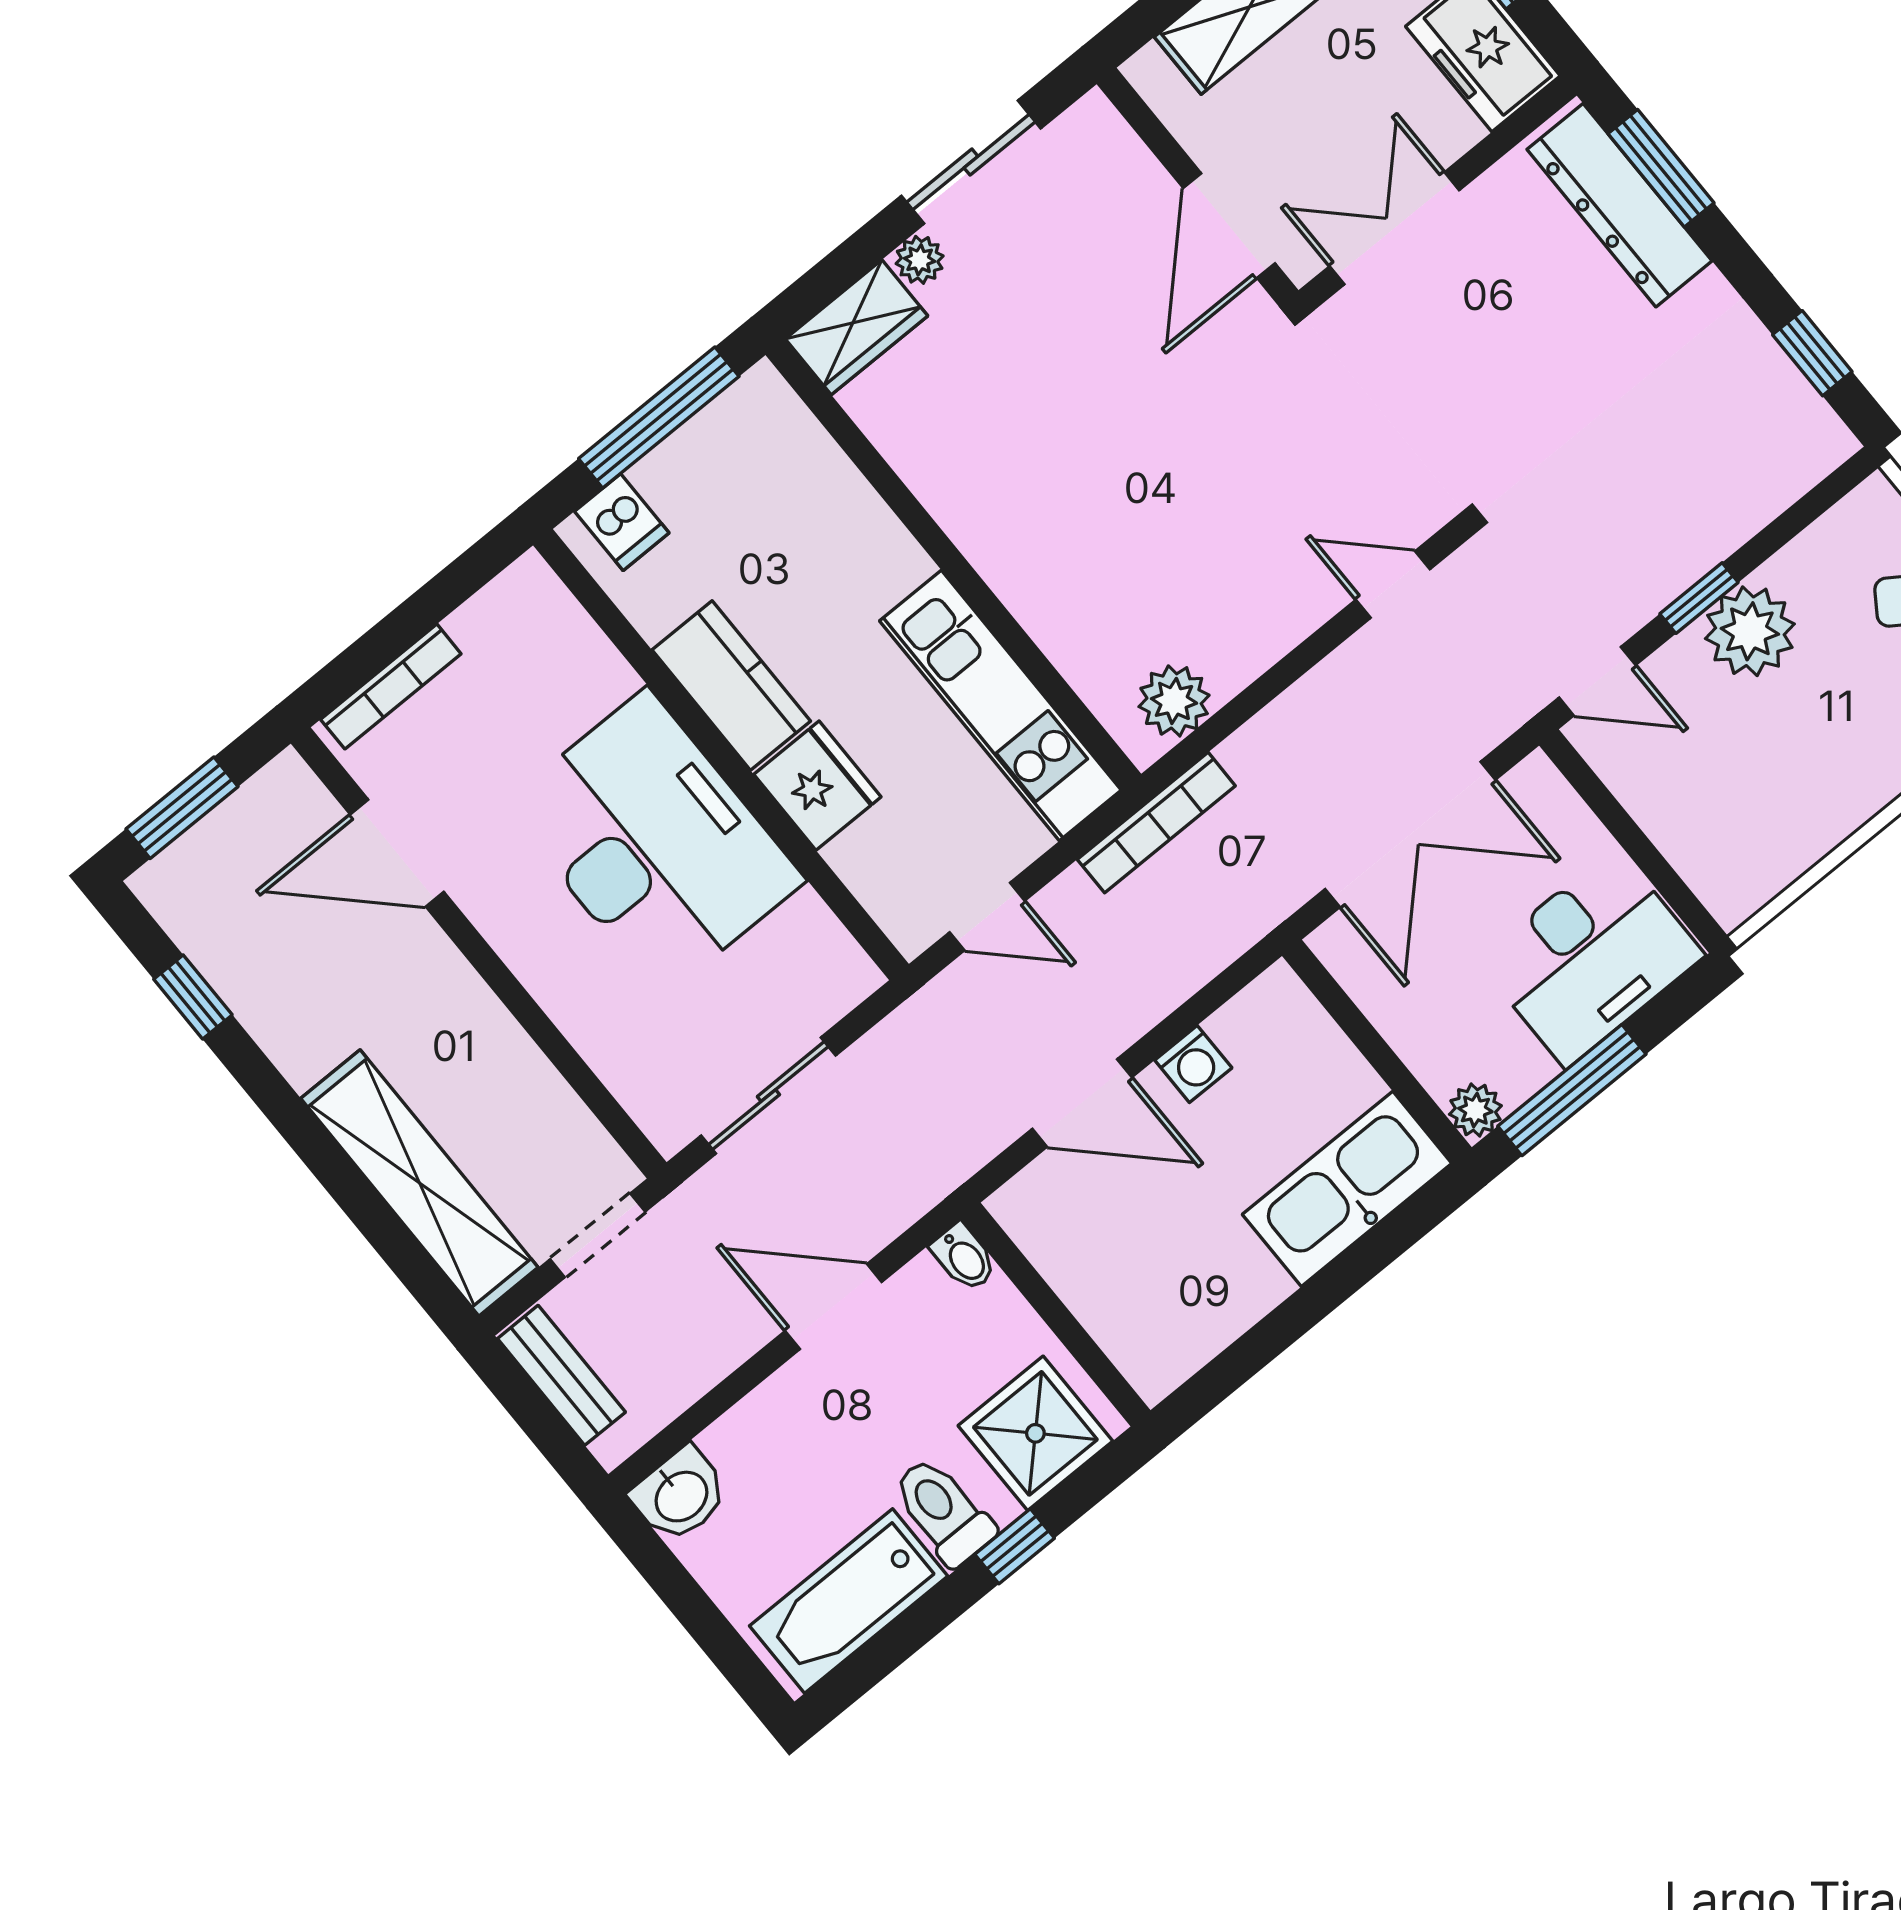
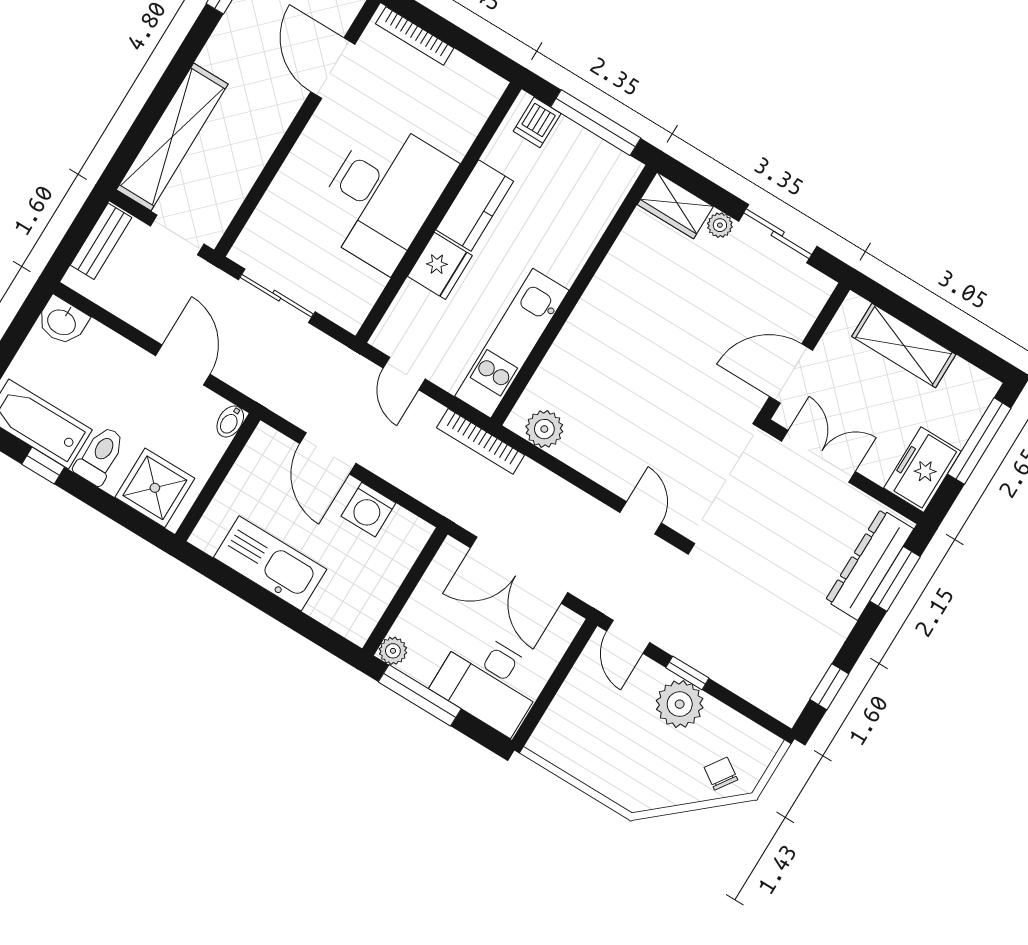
washing machine: (1193, 1064) -> (368, 510), width x1.38, depth x1.38
kitchen sink: (1347, 1189) -> (270, 563), moved
window: (1015, 1546) -> (43, 466), moved

